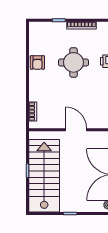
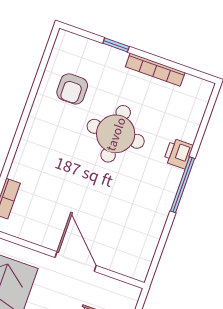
armchair: (37, 62) -> (72, 89), moved

